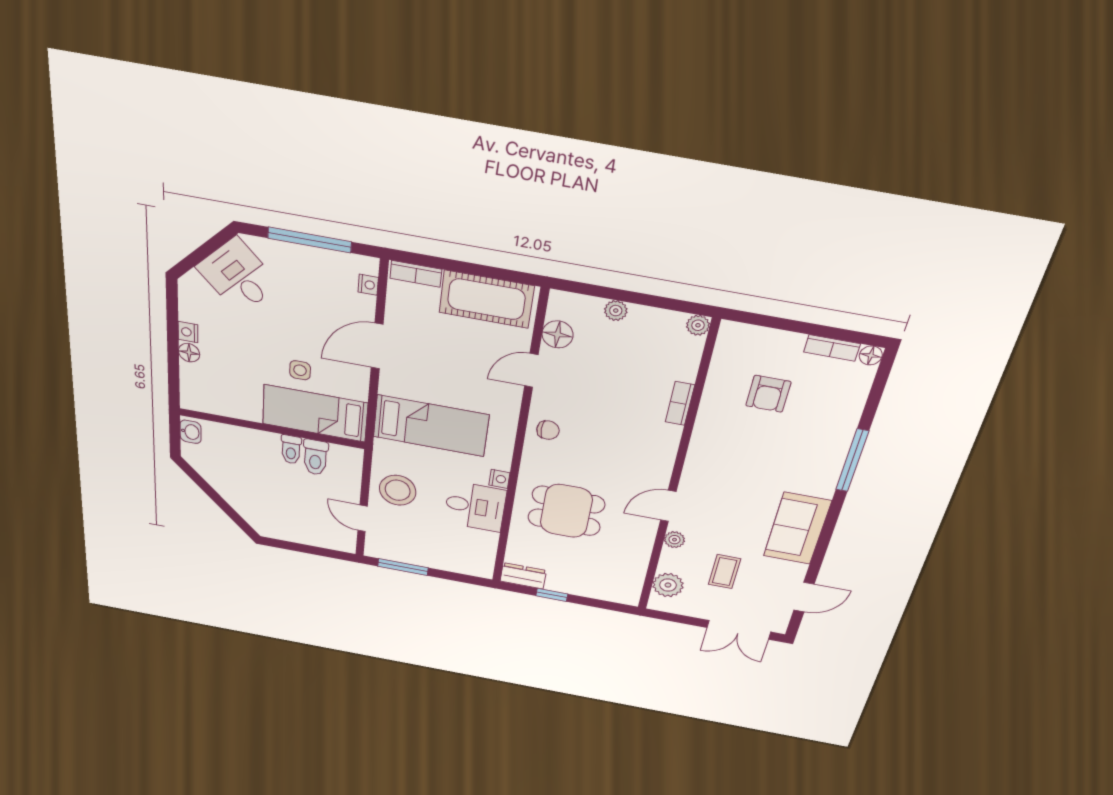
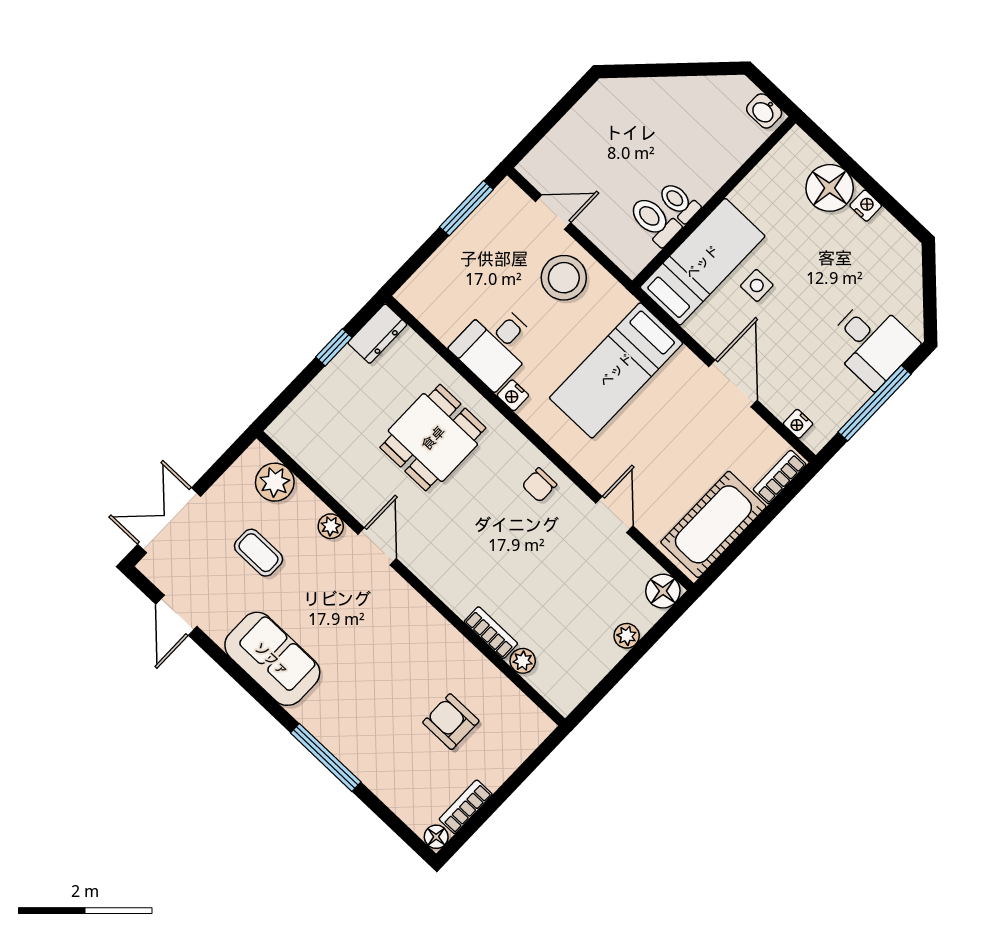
desk: (238, 276) -> (872, 343), moved, turned 45
plant: (698, 325) -> (523, 661), moved
floor lamp: (558, 334) -> (663, 591), moved
floor lamp: (189, 353) -> (830, 188), width x1.89, depth x1.89

